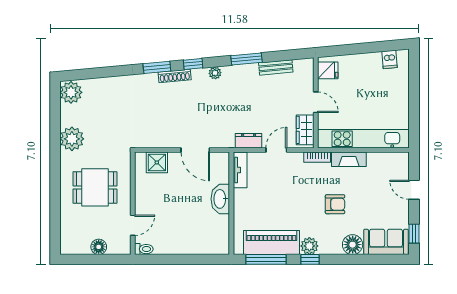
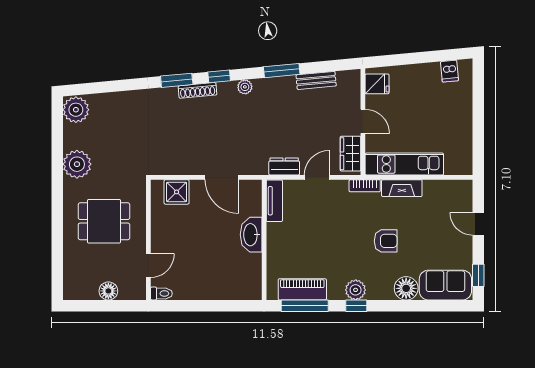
kitchen unit: (363, 139) -> (404, 164), width x0.73
piano: (271, 243) -> (302, 289), width x0.73, depth x0.75

